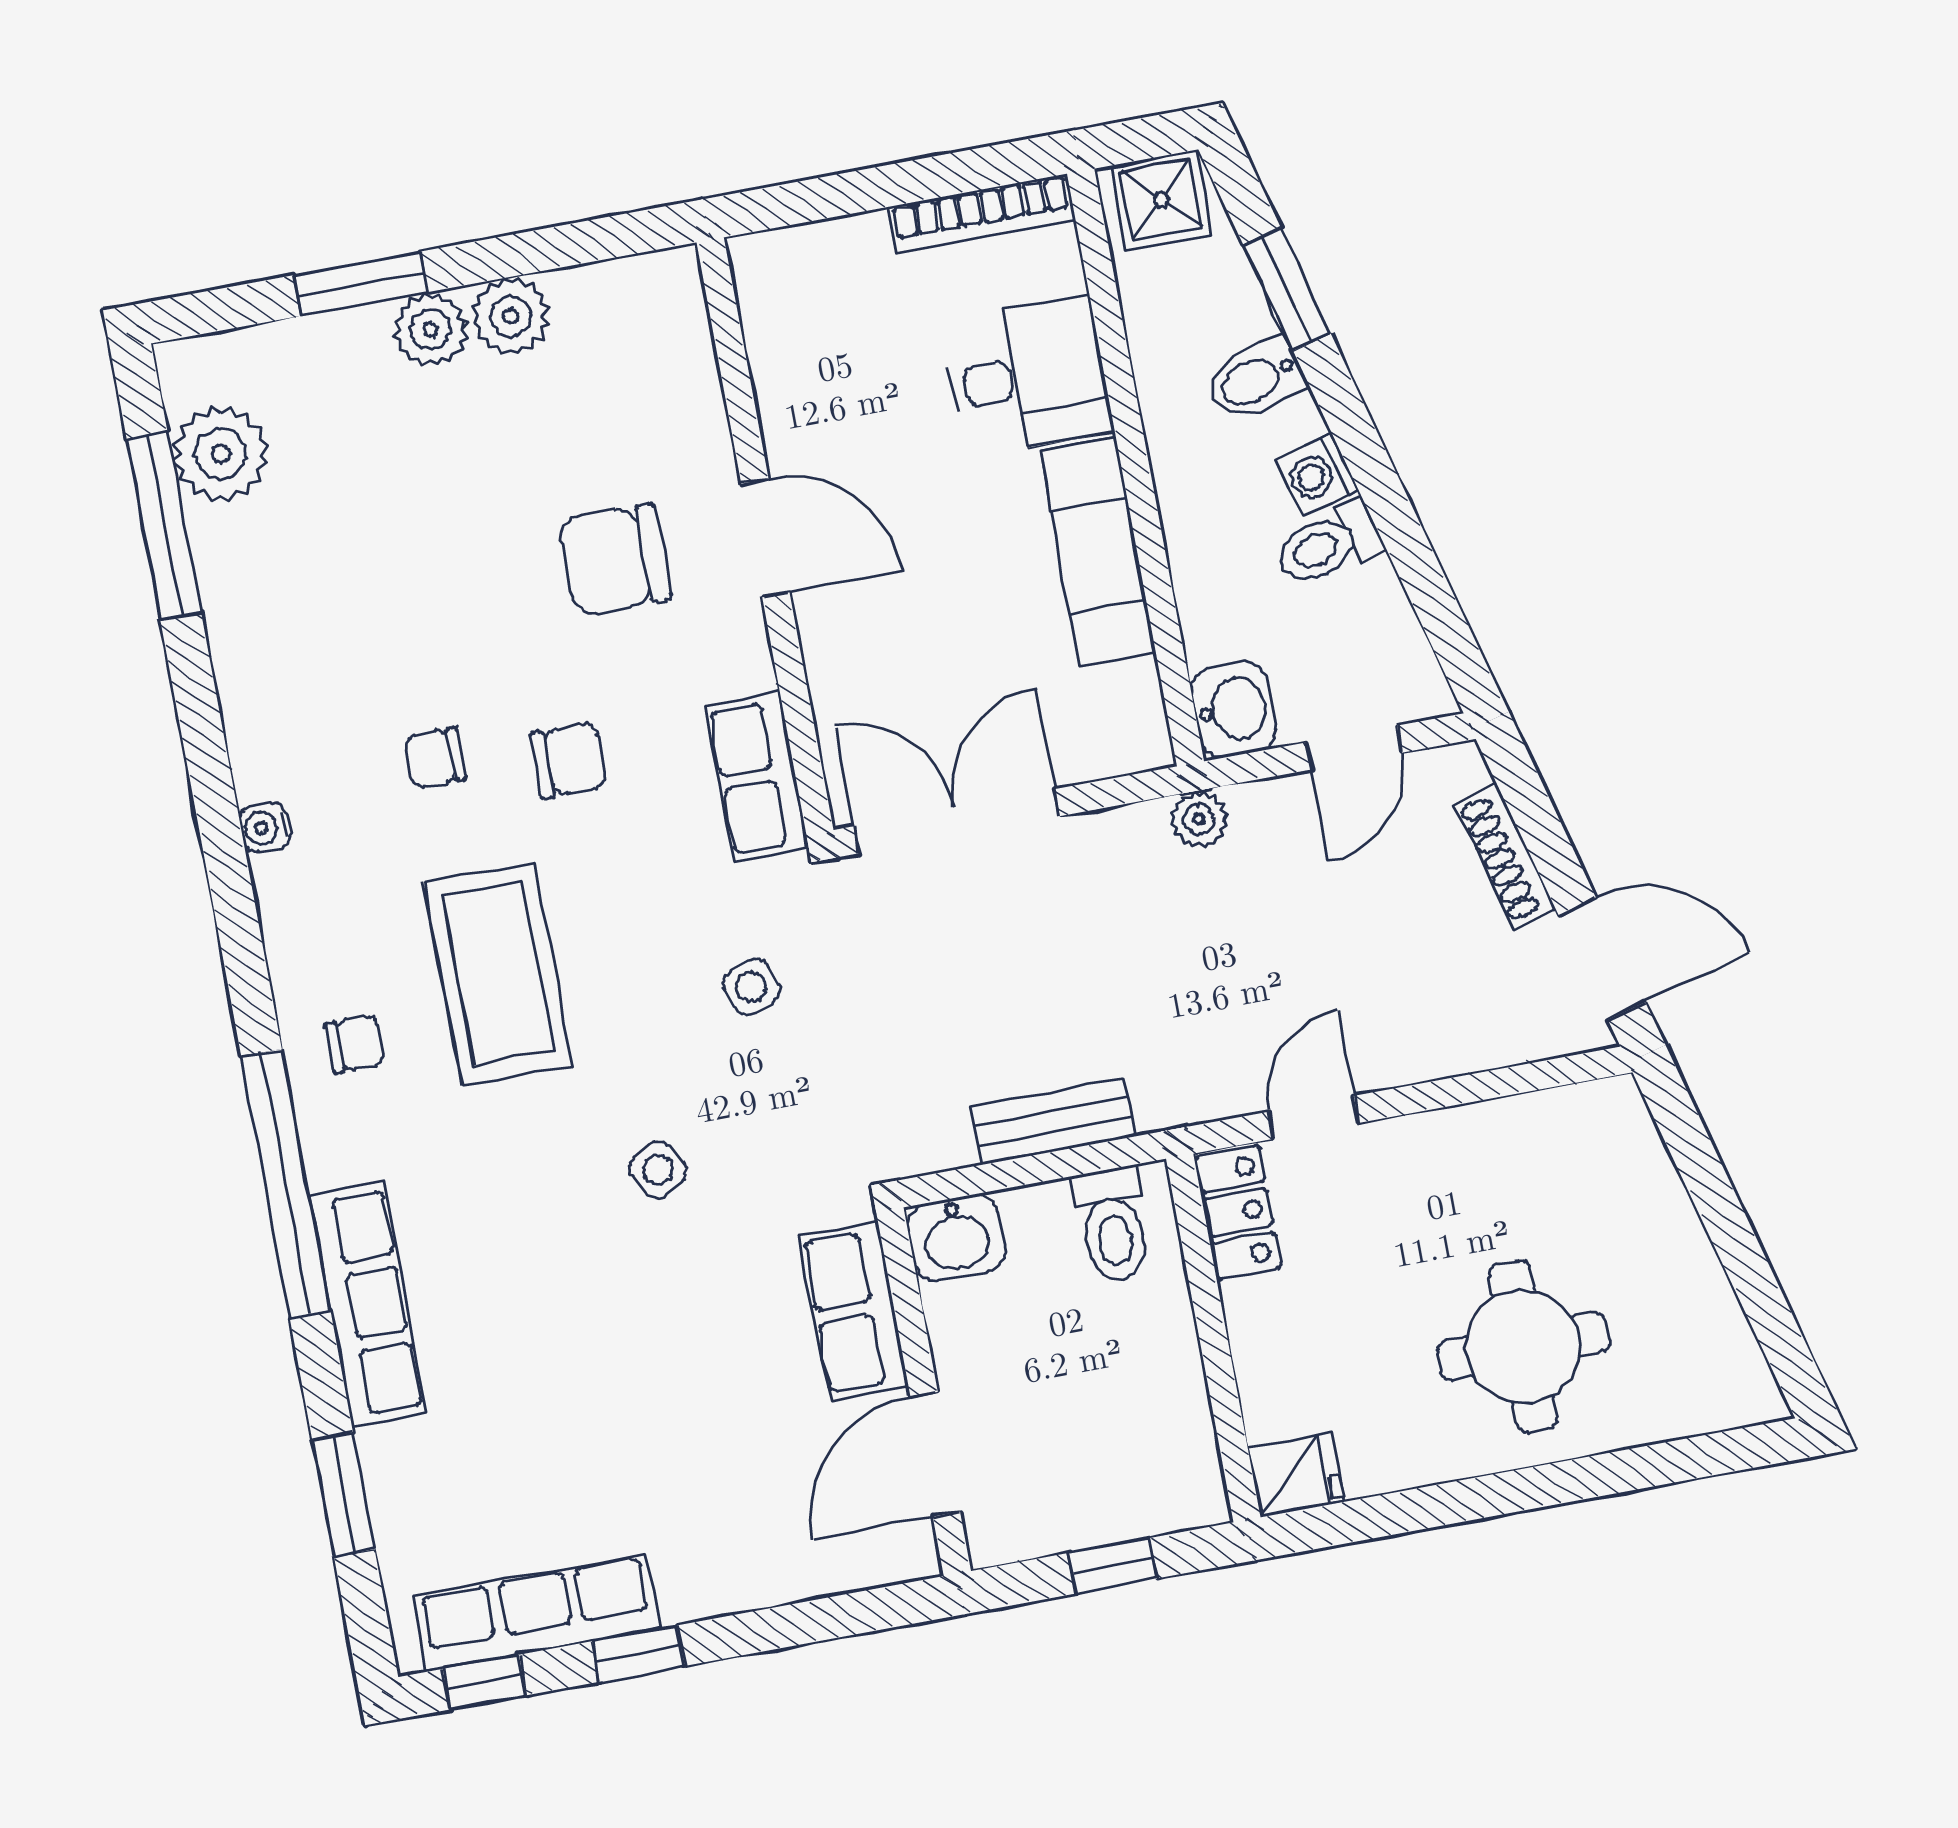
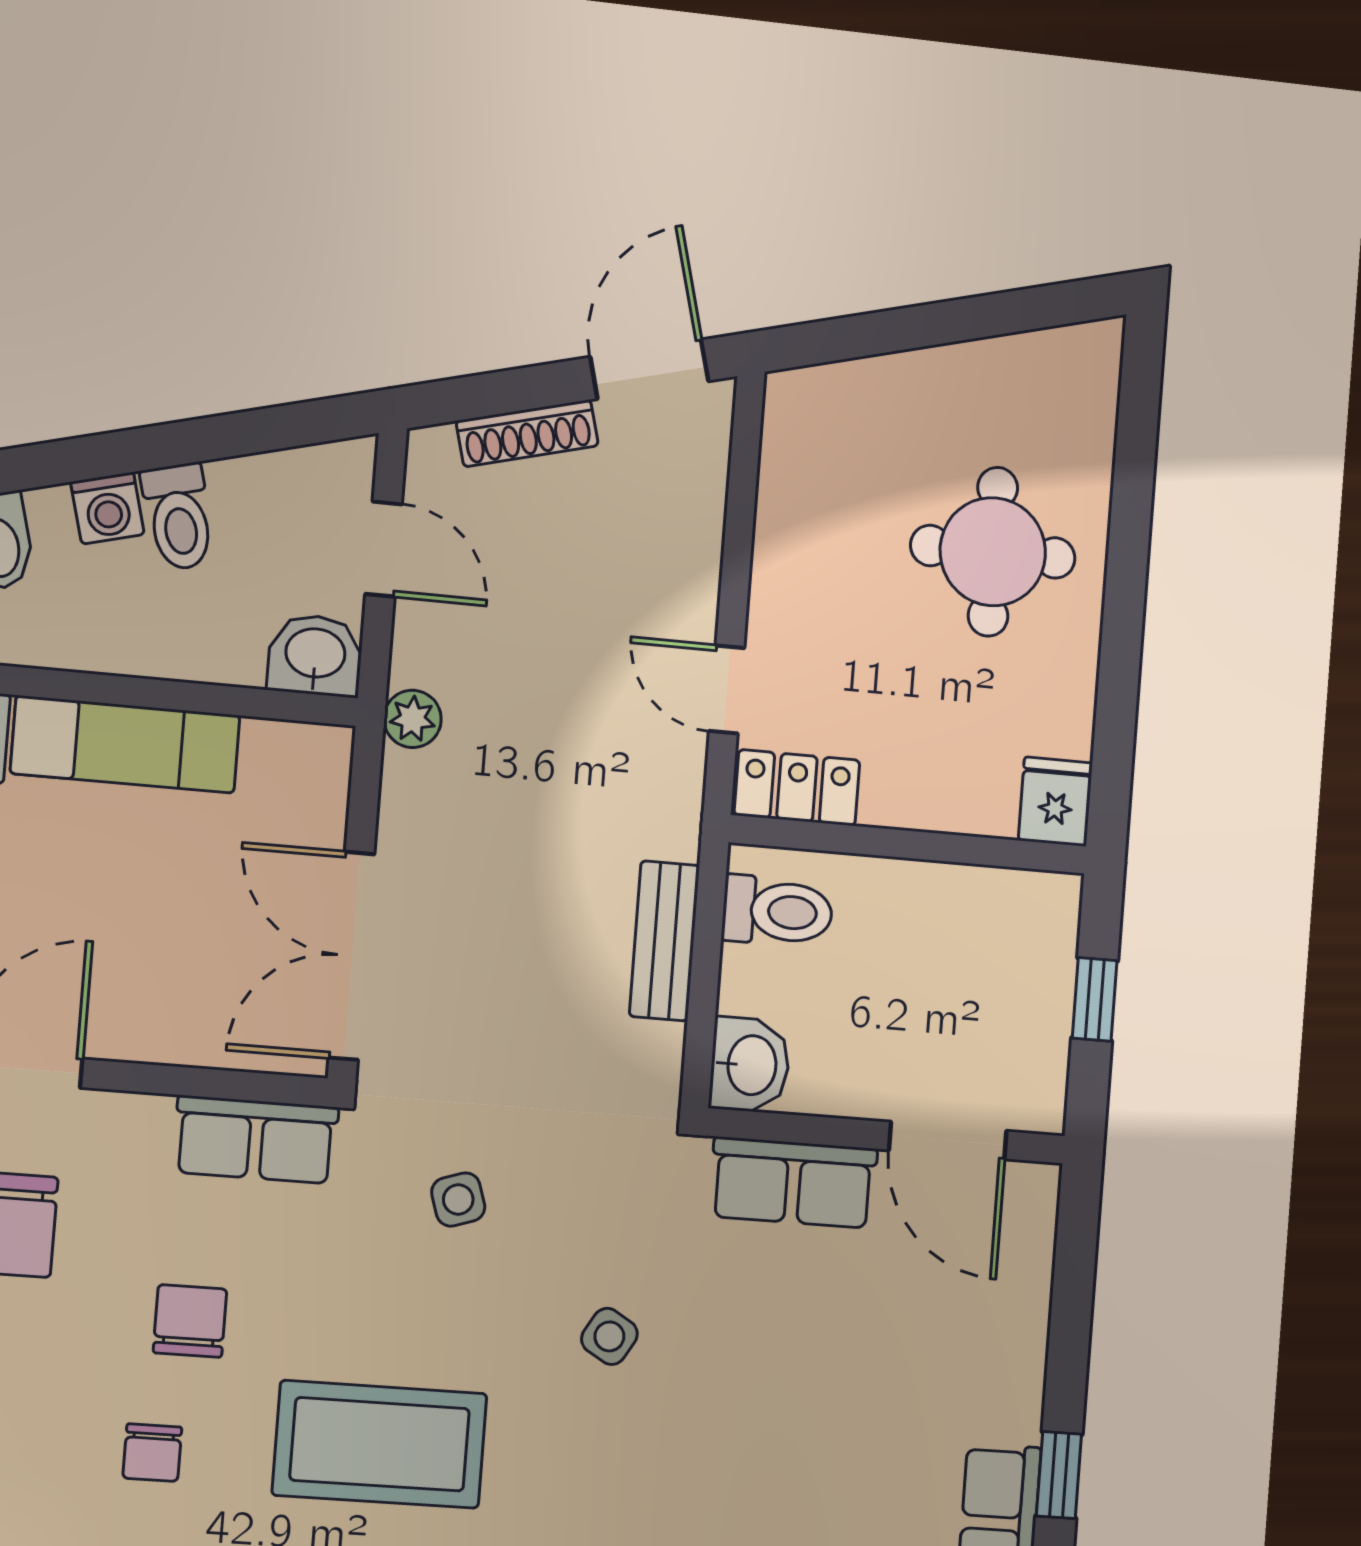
side table: (658, 1169) -> (609, 1336), turned -31

